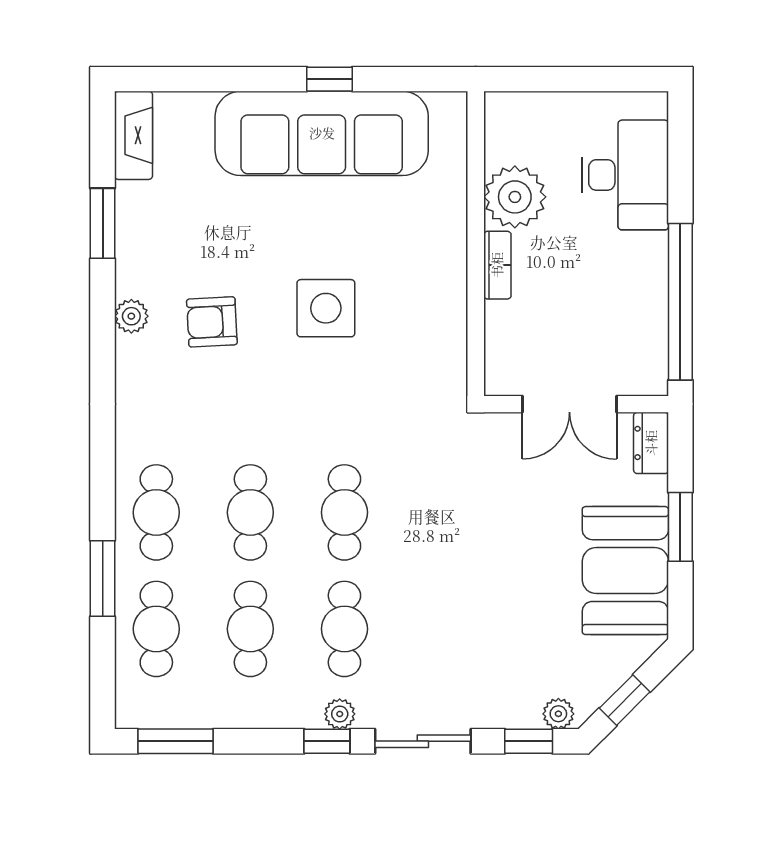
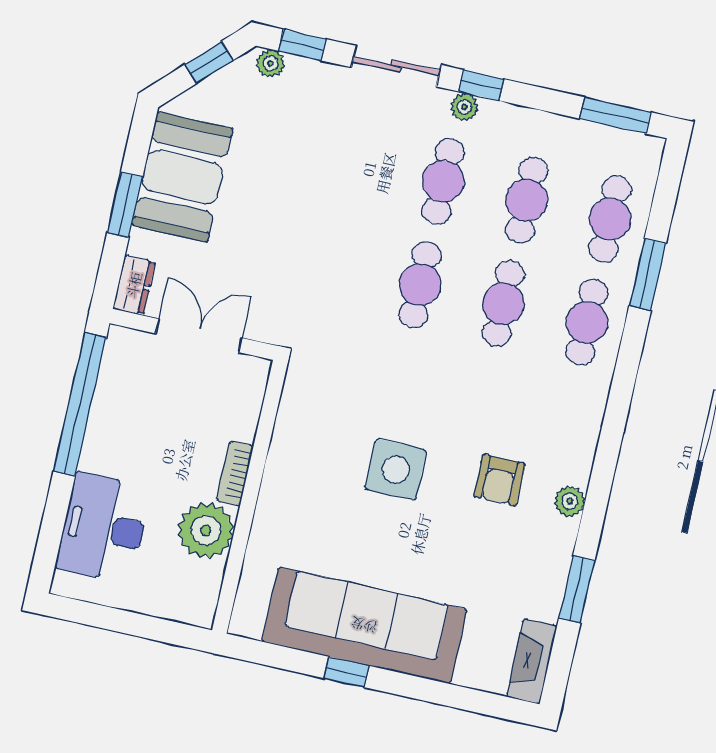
armchair: (212, 322) -> (499, 480), turned 93

